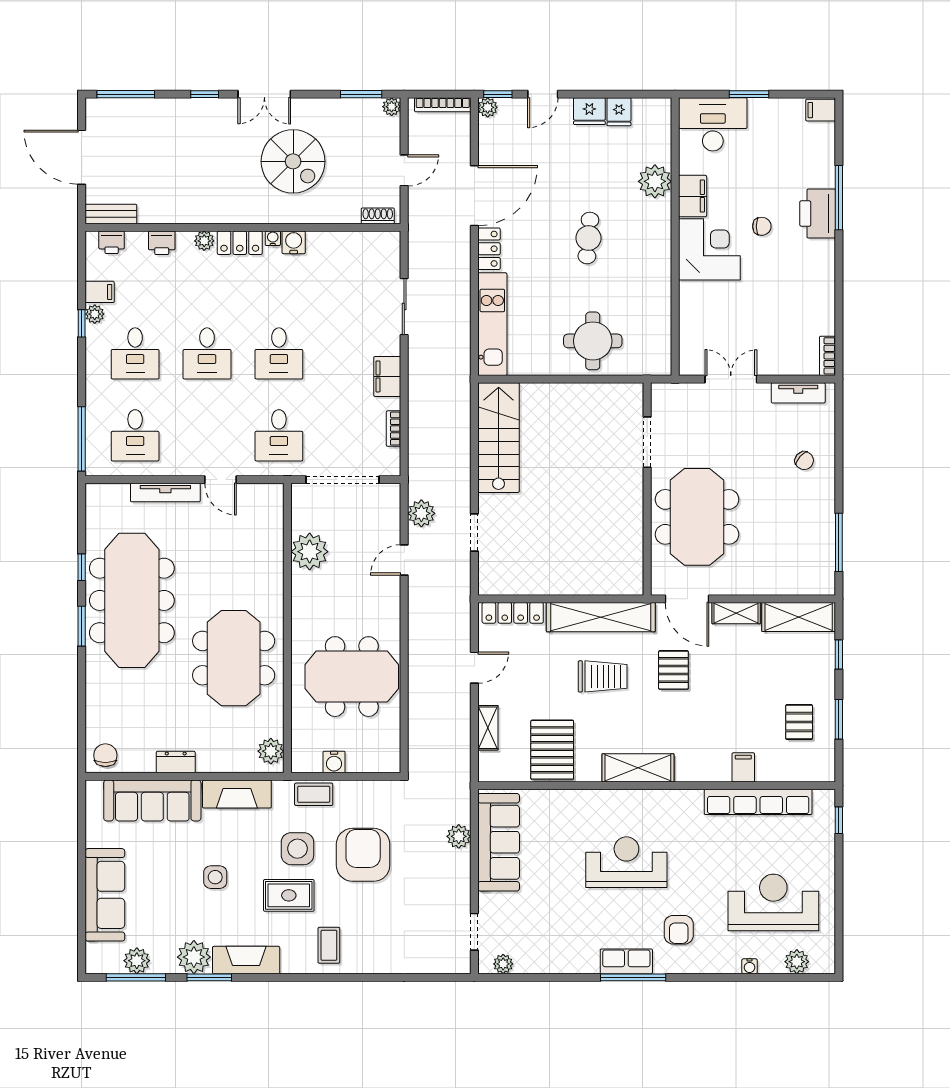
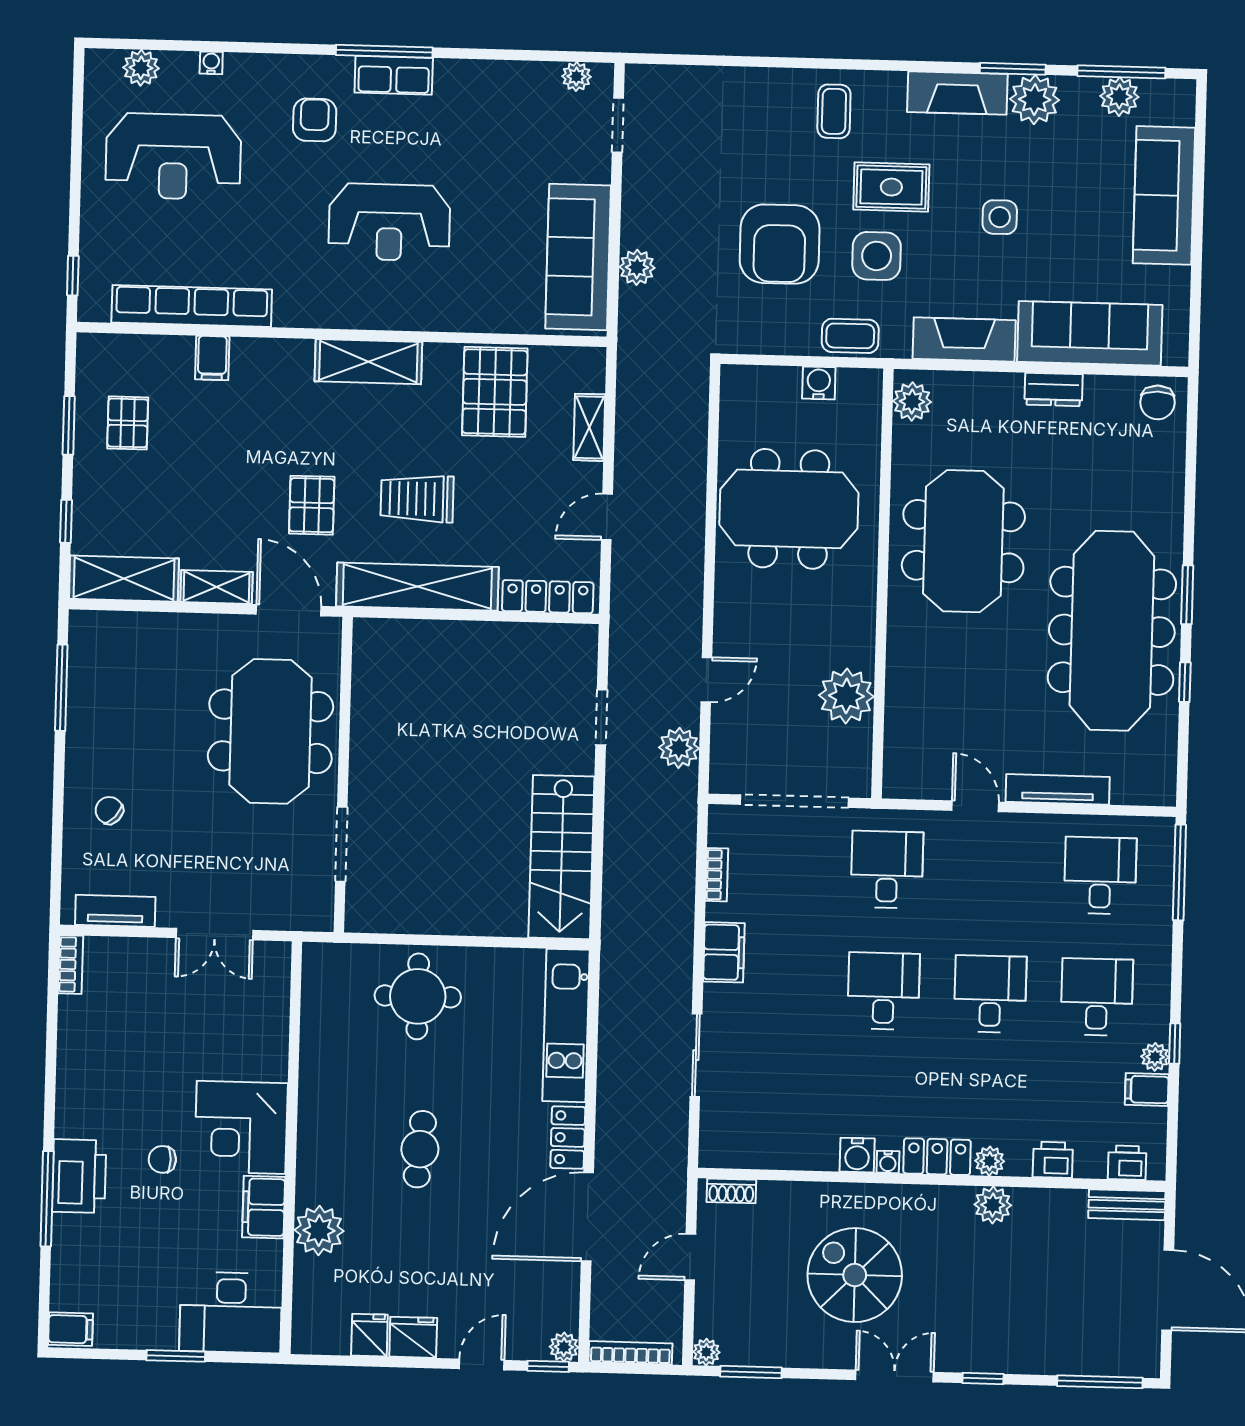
plant: (201, 211) -> (993, 1205), added

